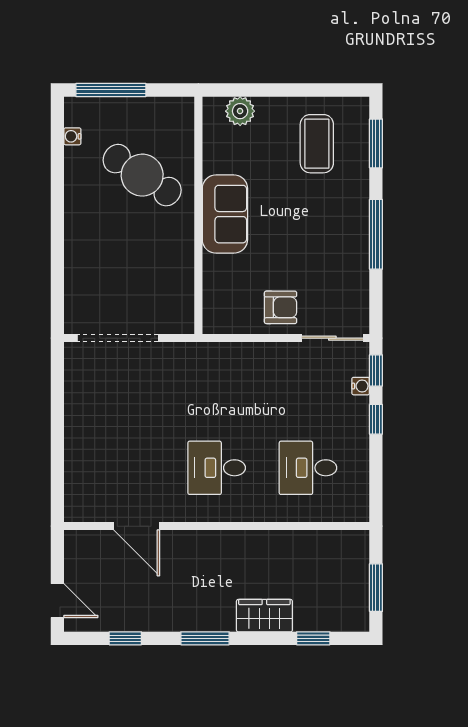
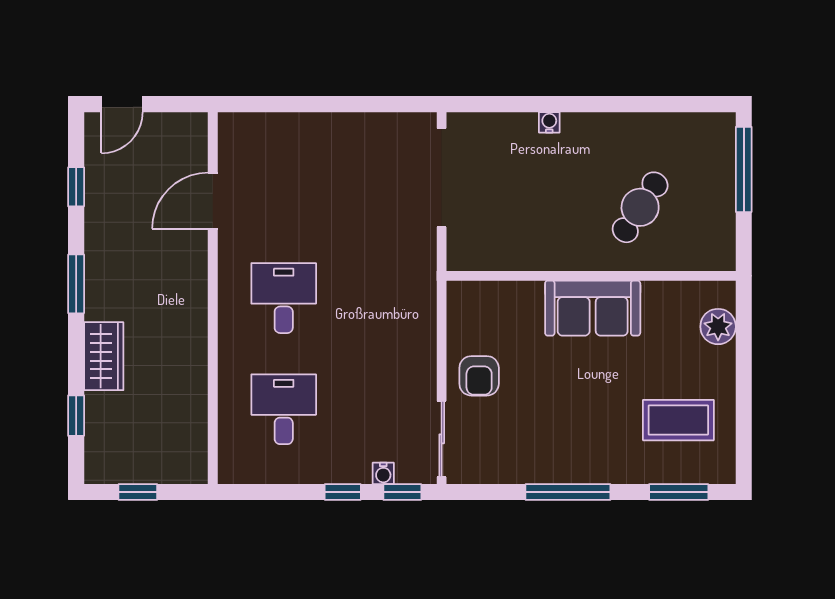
water cooler: (72, 136) -> (549, 122), moved
cafe table: (142, 175) -> (640, 207), width x0.73, depth x0.74
window: (376, 588) -> (138, 492), width x0.67

